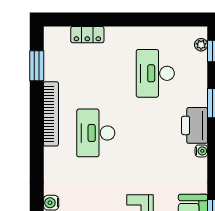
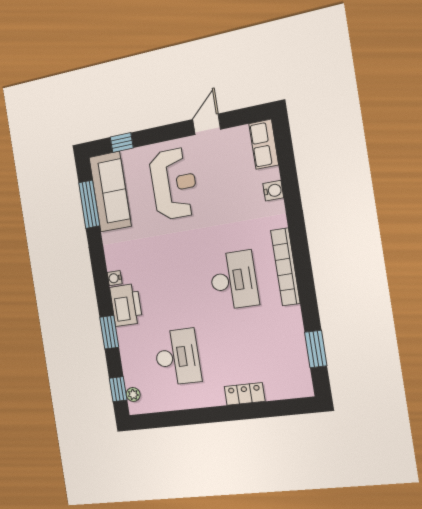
locker: (87, 35) -> (245, 394), moved
bookcase: (51, 114) -> (285, 267), moved

